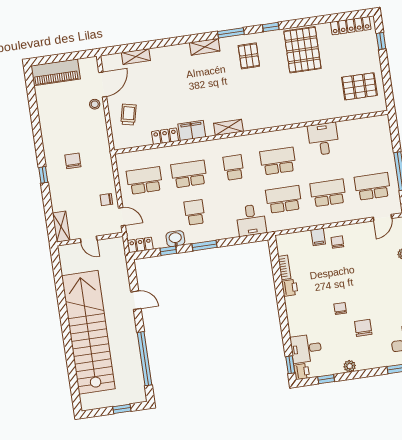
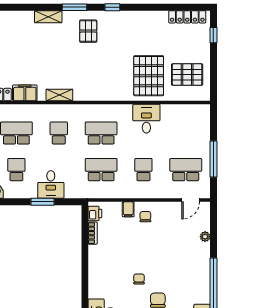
pallet: (302, 50) -> (149, 76), moved
school desk: (328, 193) -> (143, 170), width x0.54
desk: (251, 220) -> (51, 184), moved
window: (204, 246) -> (43, 202), moved
printer: (290, 288) -> (95, 213), moved

